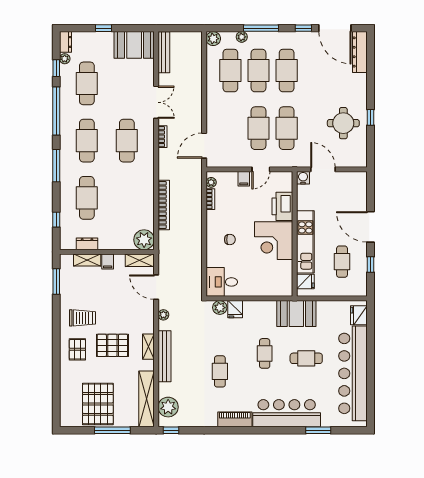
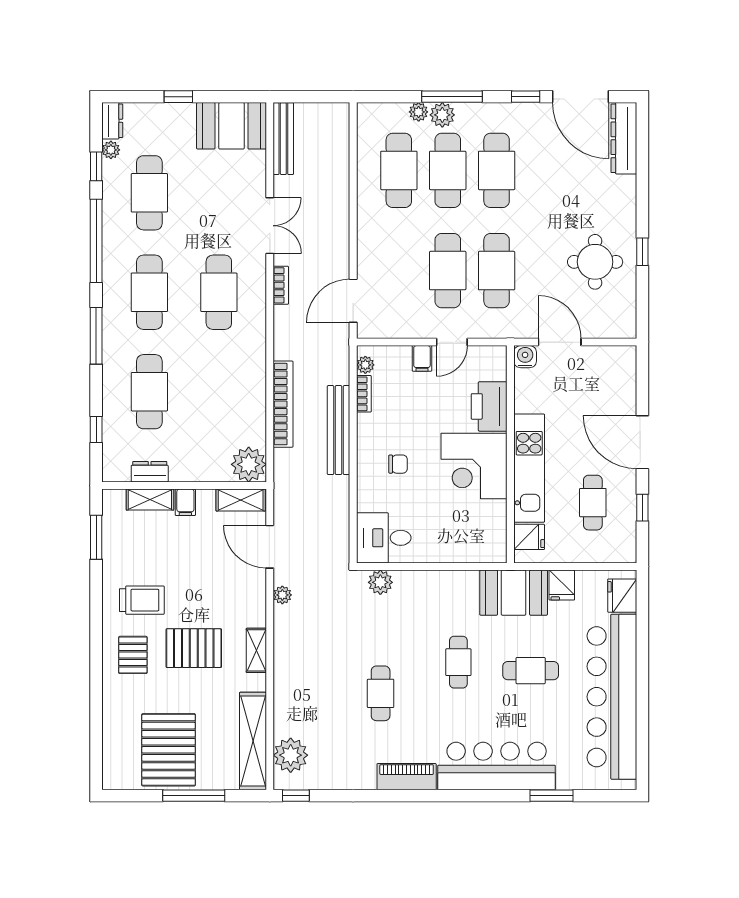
plant: (213, 39) -> (442, 115), moved
fridge: (235, 309) -> (562, 585), moved
bench: (164, 356) -> (339, 430), moved

